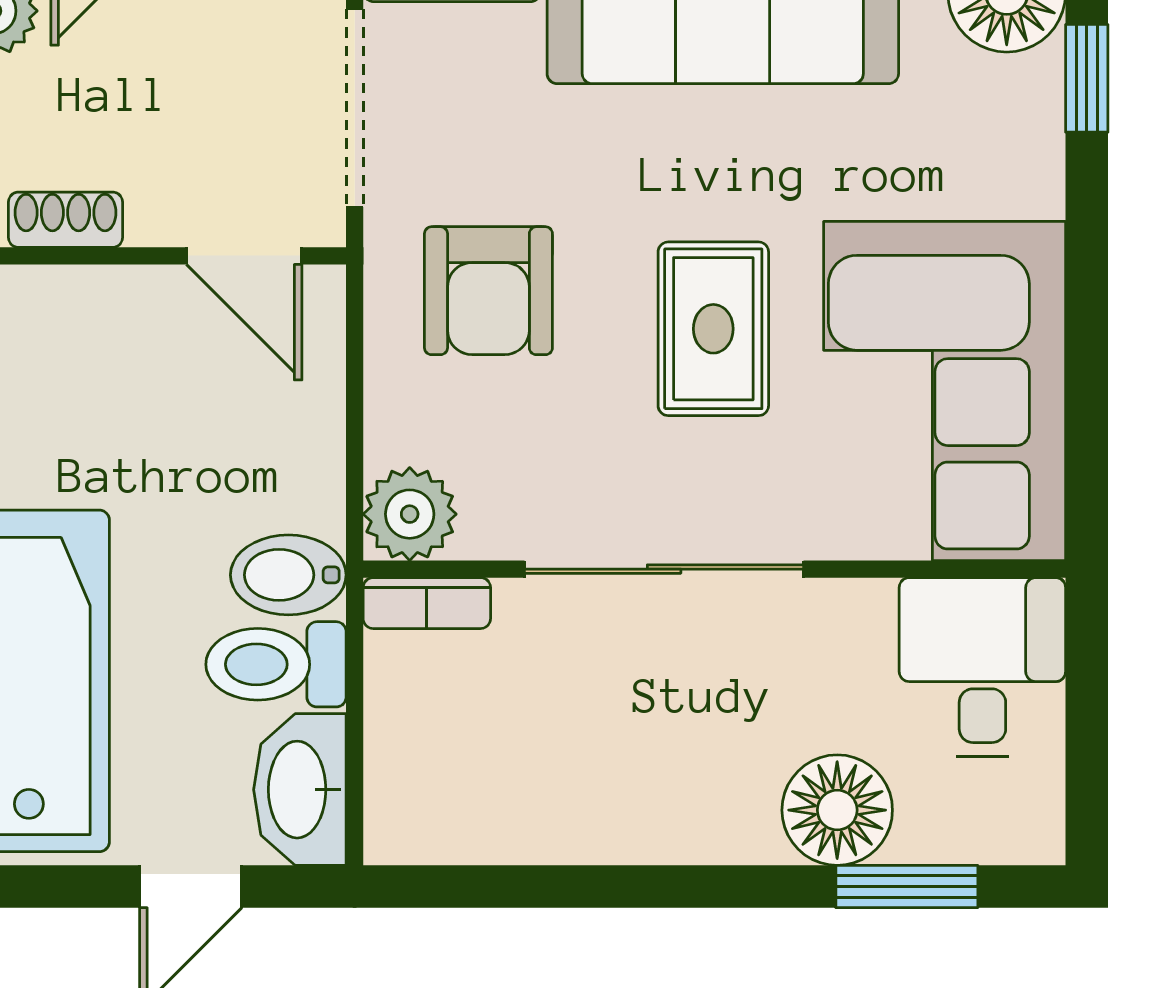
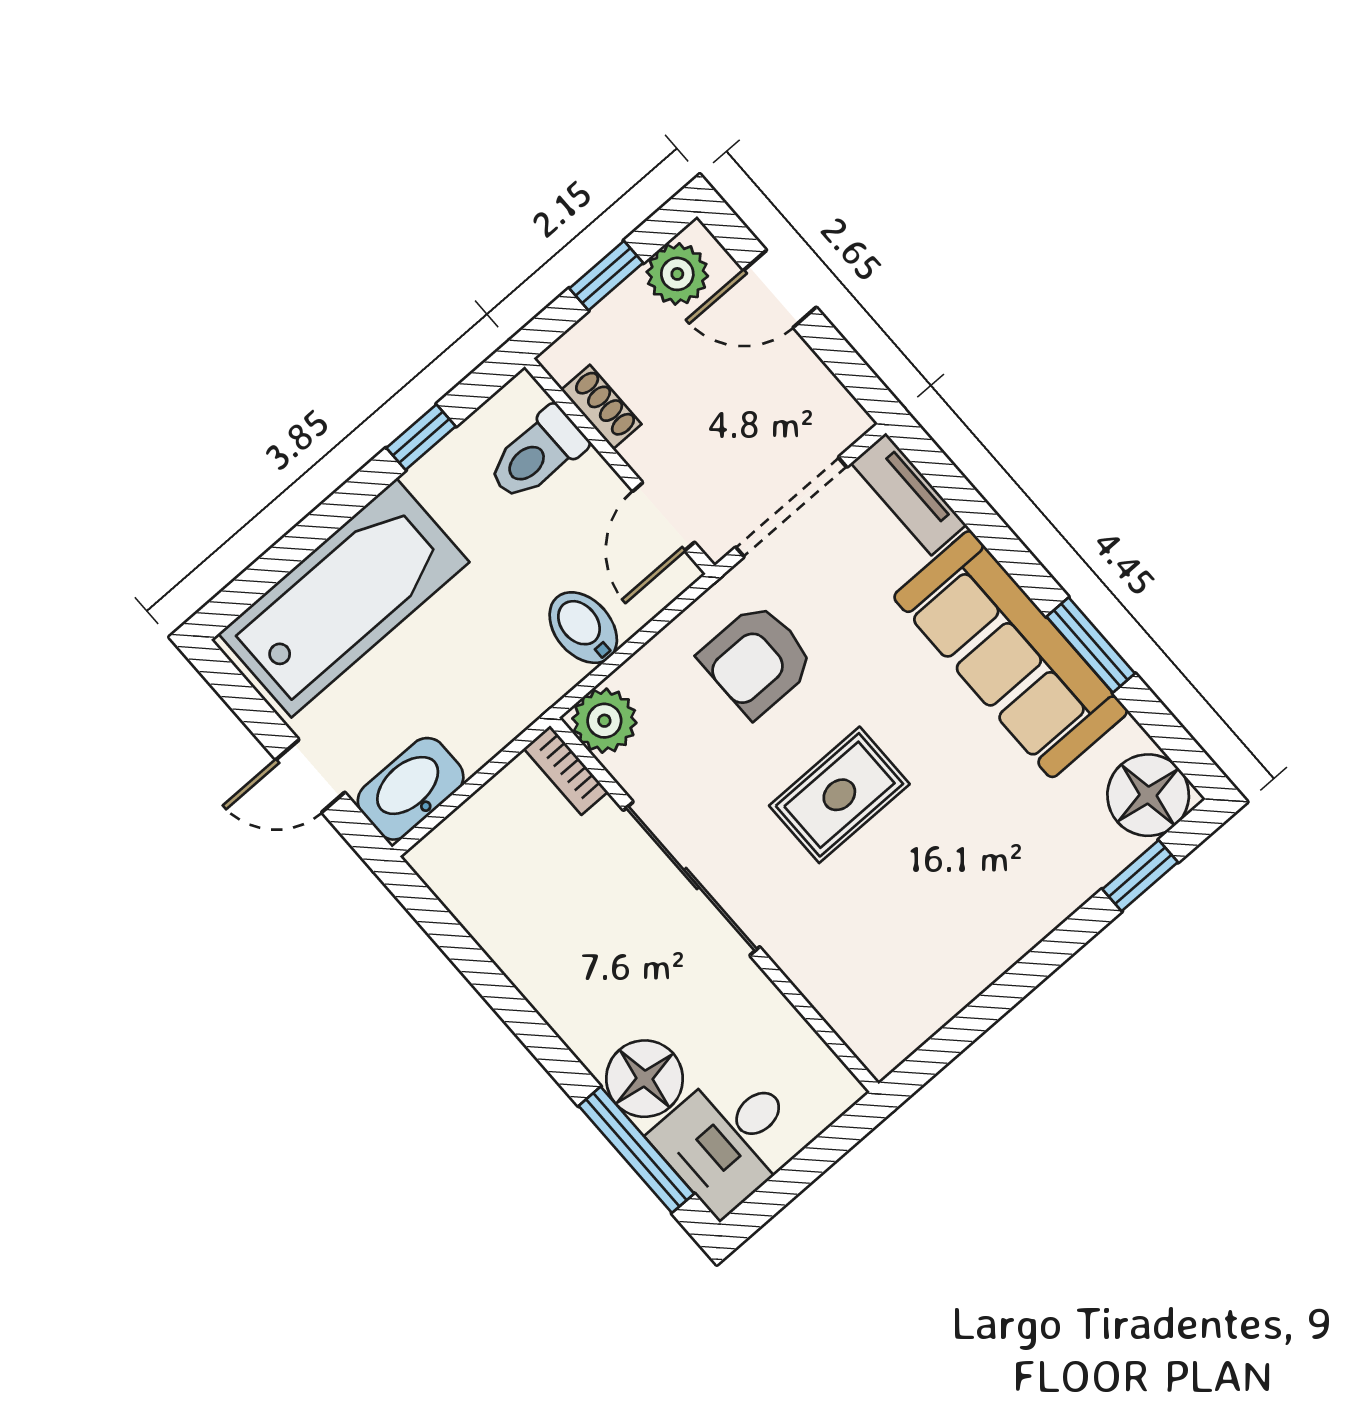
corner sofa: (945, 391) -> (912, 944), removed
bidet: (288, 575) -> (583, 628), moved
toilet: (276, 664) -> (537, 454), moved, turned -90
desk: (982, 667) -> (729, 1139), moved, turned 180
window: (907, 886) -> (636, 1150), width x1.44

